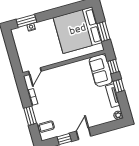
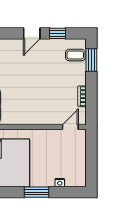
window: (26, 21) -> (37, 192), moved
window: (30, 116) -> (91, 60), moved

